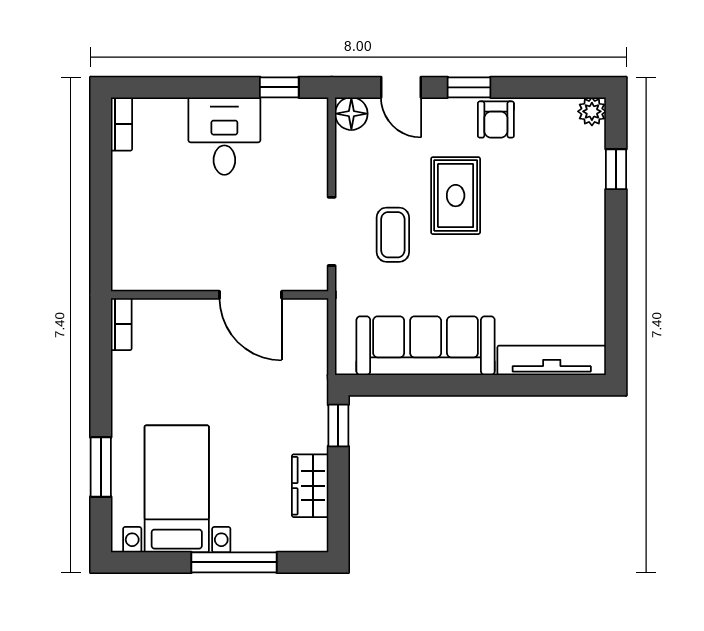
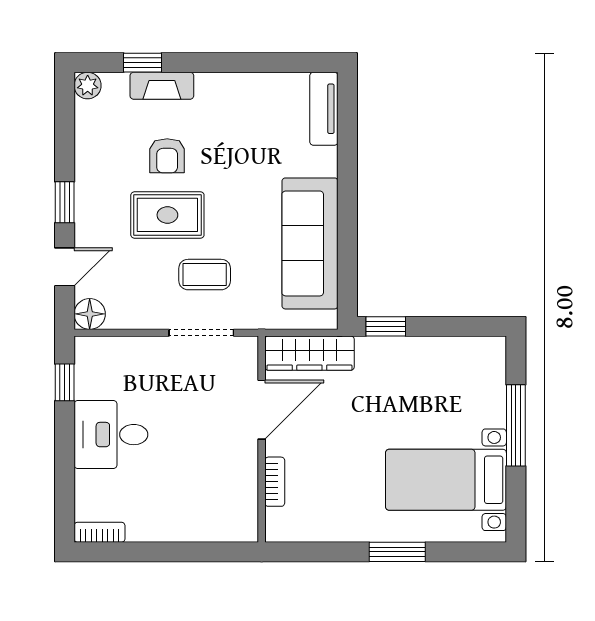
armchair: (496, 120) -> (167, 156), moved, turned 90
fireplace: (592, 190) -> (162, 86), added
bookcase: (121, 324) -> (275, 482), moved, turned 90
tv unit: (552, 360) -> (324, 109), width x0.71
window: (101, 467) -> (397, 552), moved
wardrobe: (310, 486) -> (309, 353), moved, width x1.50

